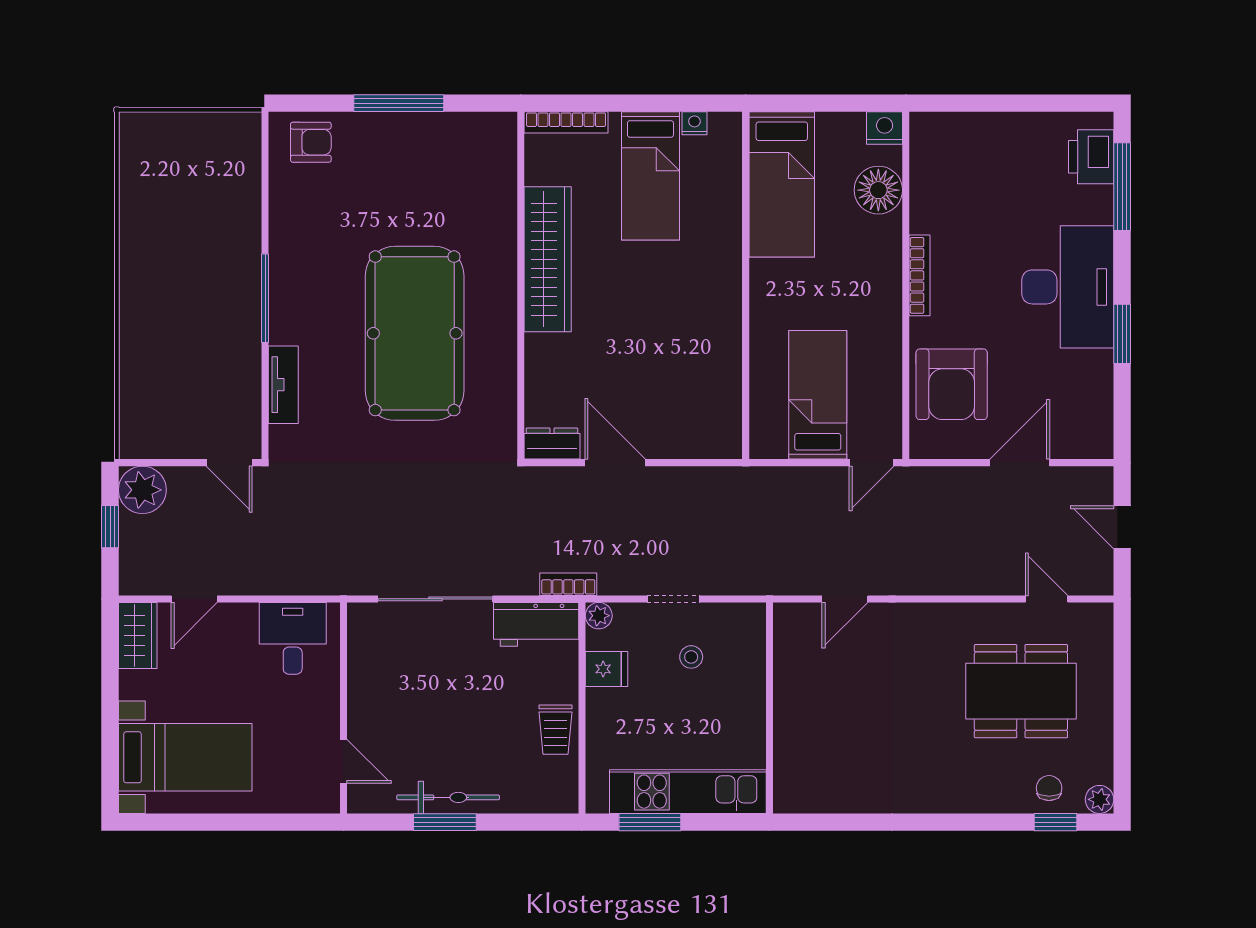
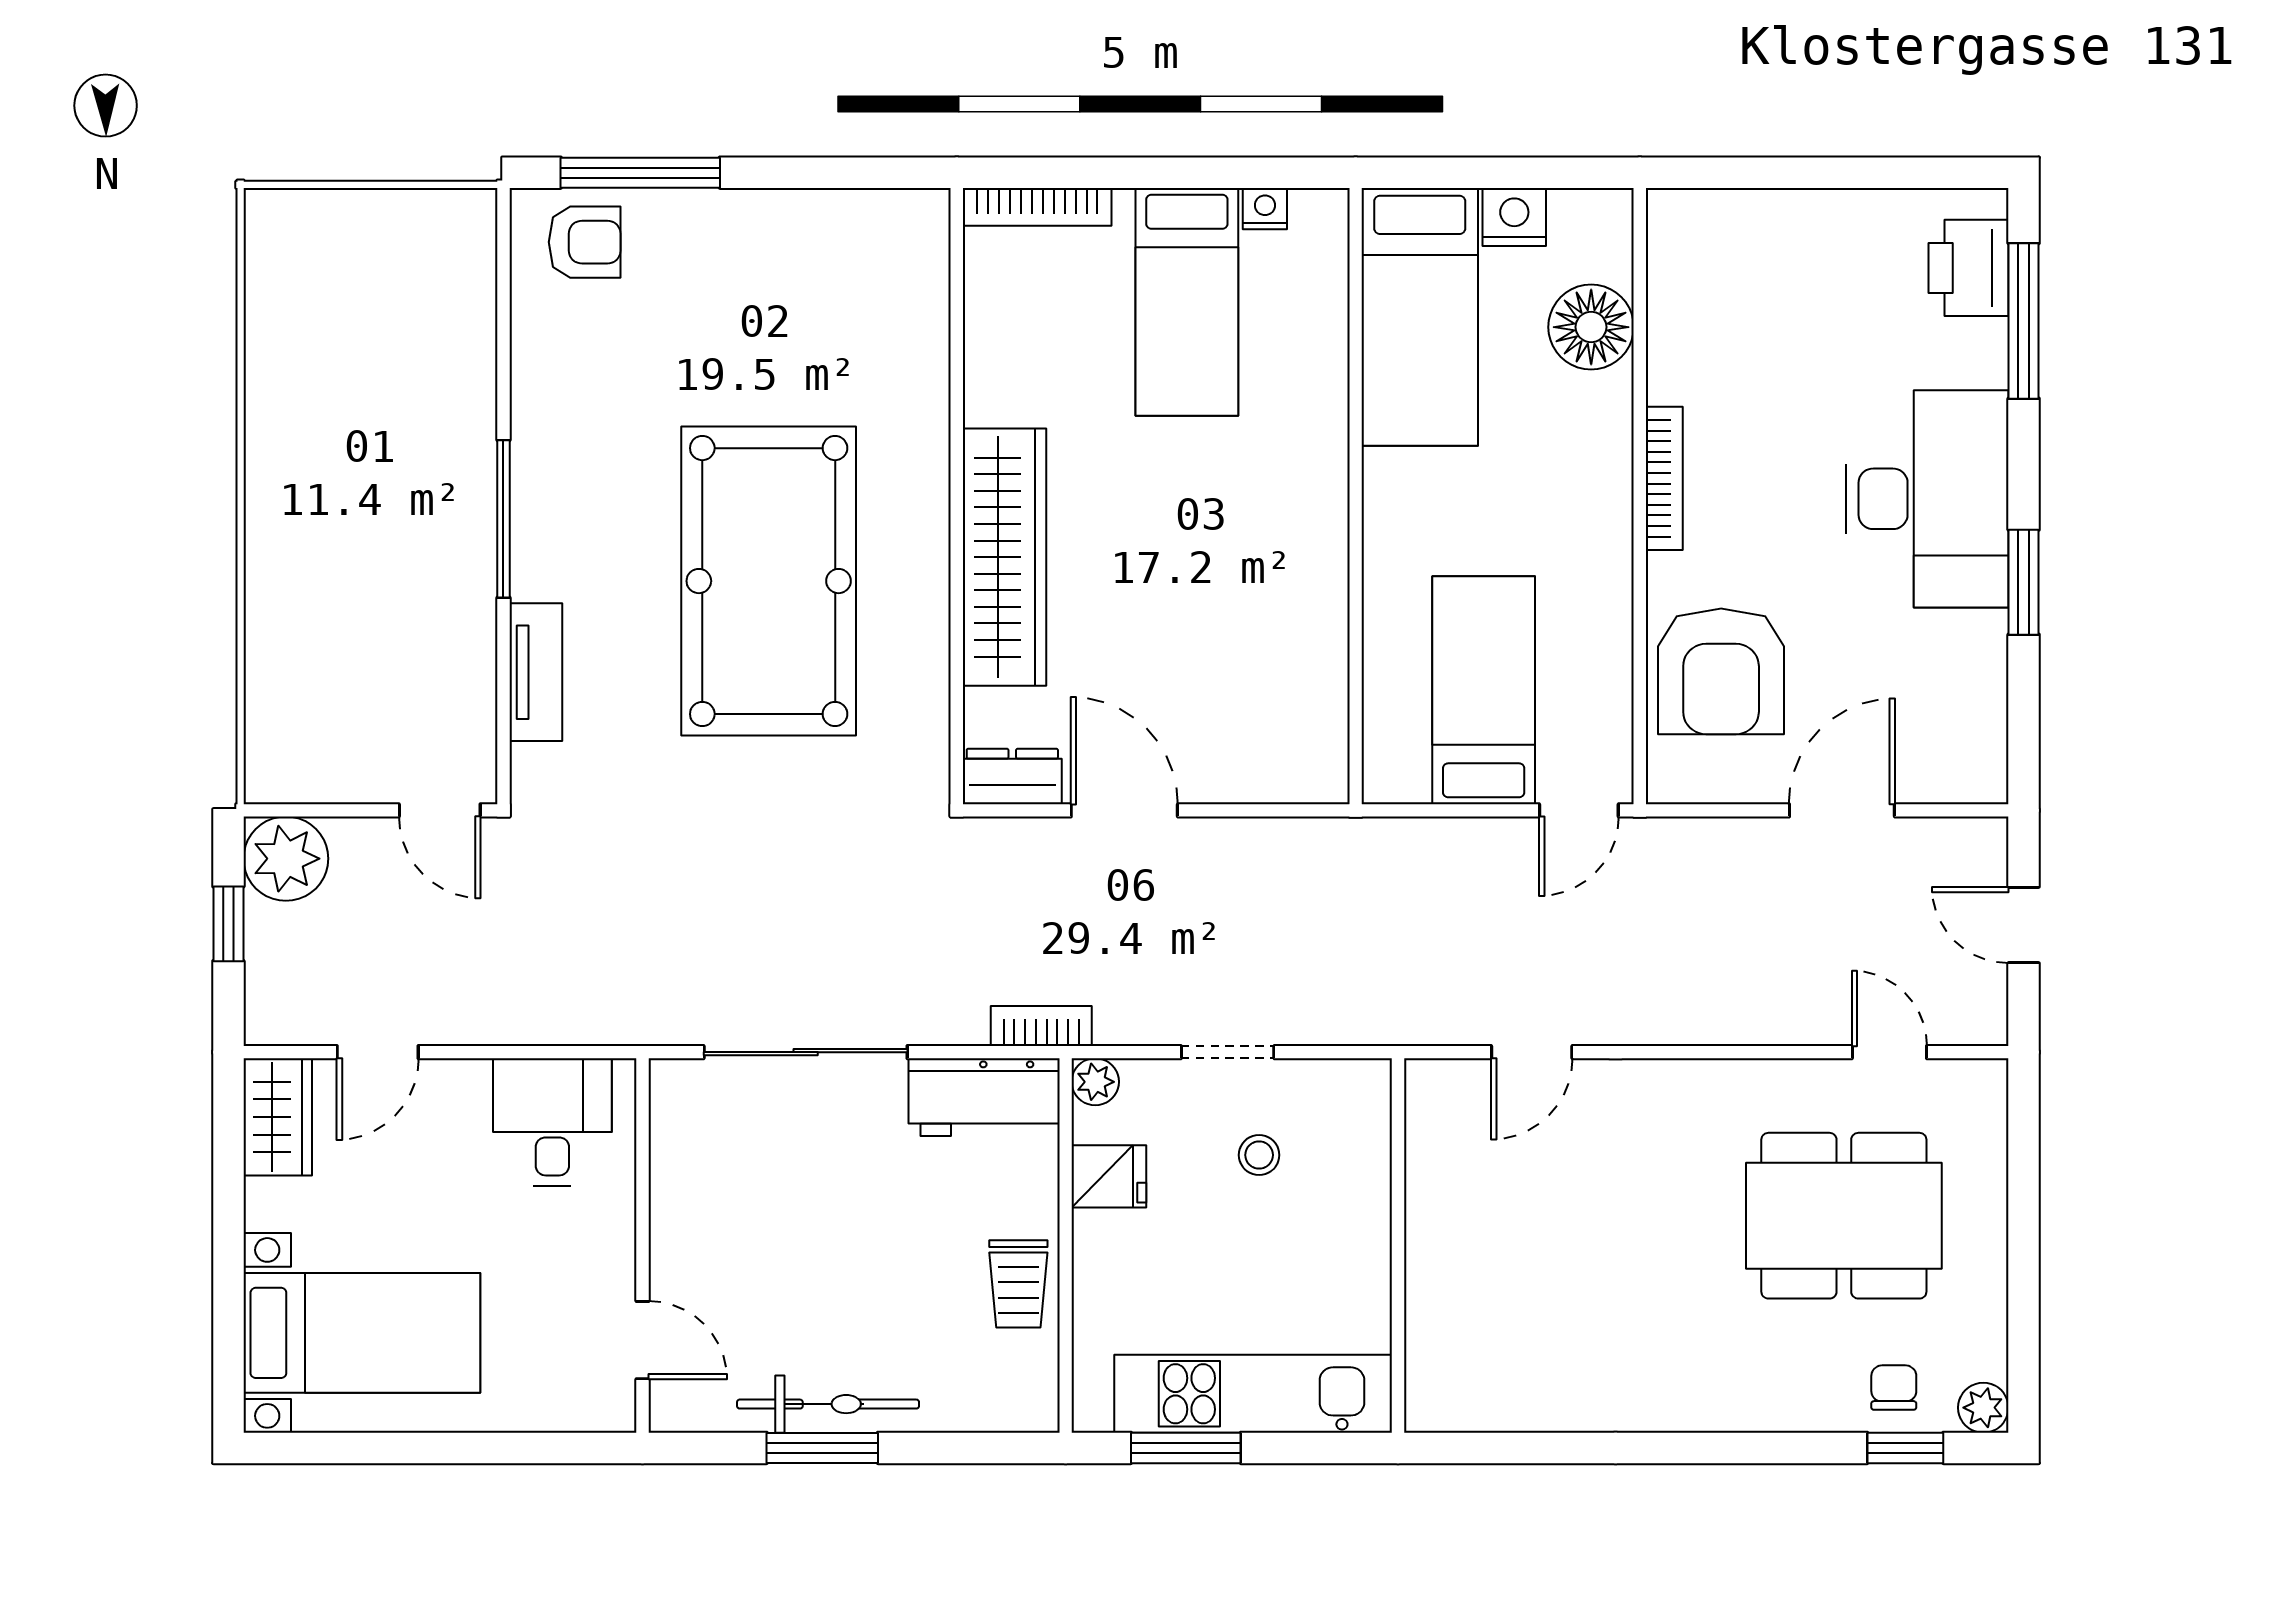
window: (399, 103) -> (640, 173), moved
nightstand: (885, 128) -> (1514, 217), moved
wardrobe: (548, 259) -> (1005, 557), moved

